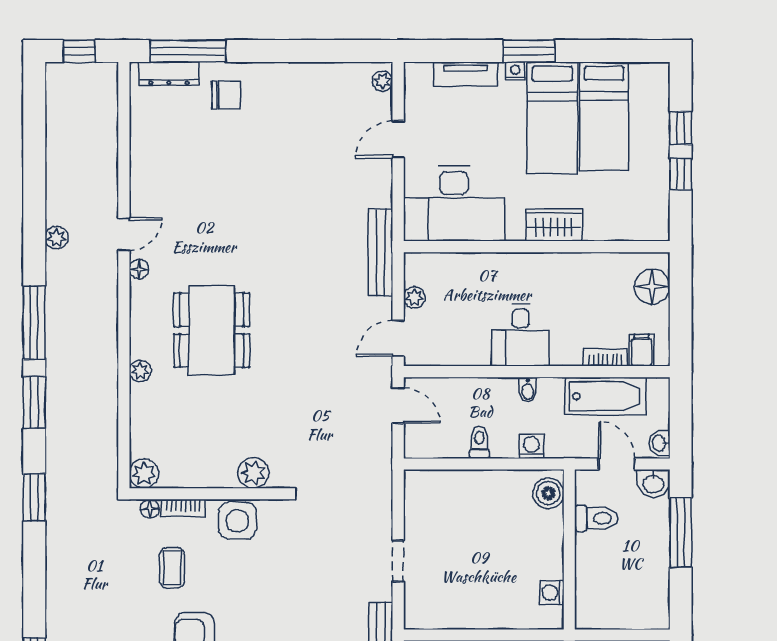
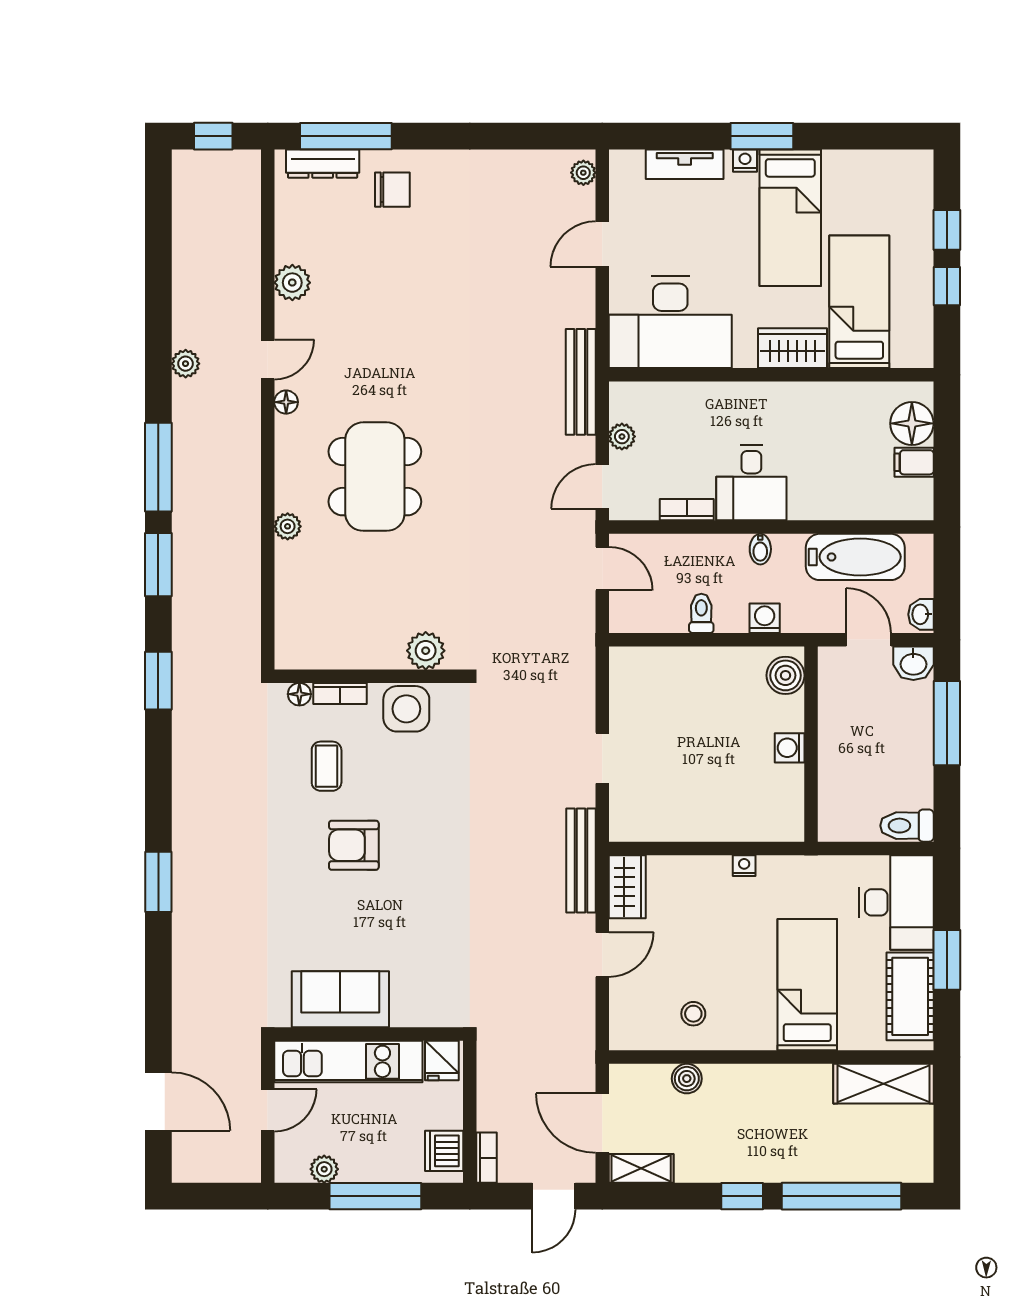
bed: (604, 116) -> (859, 302), moved, turned 180
filing cabinet: (642, 350) -> (914, 462), moved, turned -90
bookcase: (605, 357) -> (687, 510), moved
plant: (144, 474) -> (292, 283), moved
toilet: (597, 518) -> (907, 826), moved, turned 180
washing machine: (552, 593) -> (790, 748), moved

